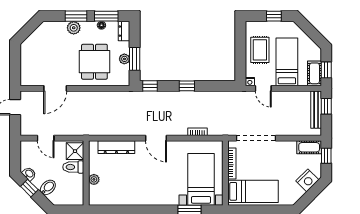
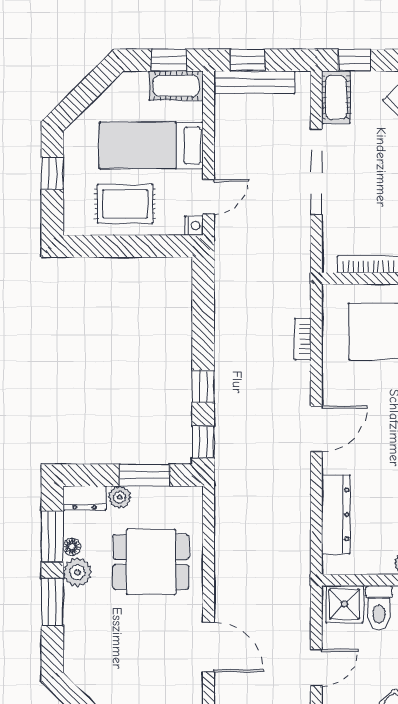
plant: (74, 28) -> (77, 572), moved
plant: (124, 59) -> (119, 497), moved
window: (187, 86) -> (203, 386), moved
doorway: (256, 138) -> (316, 172), moved

